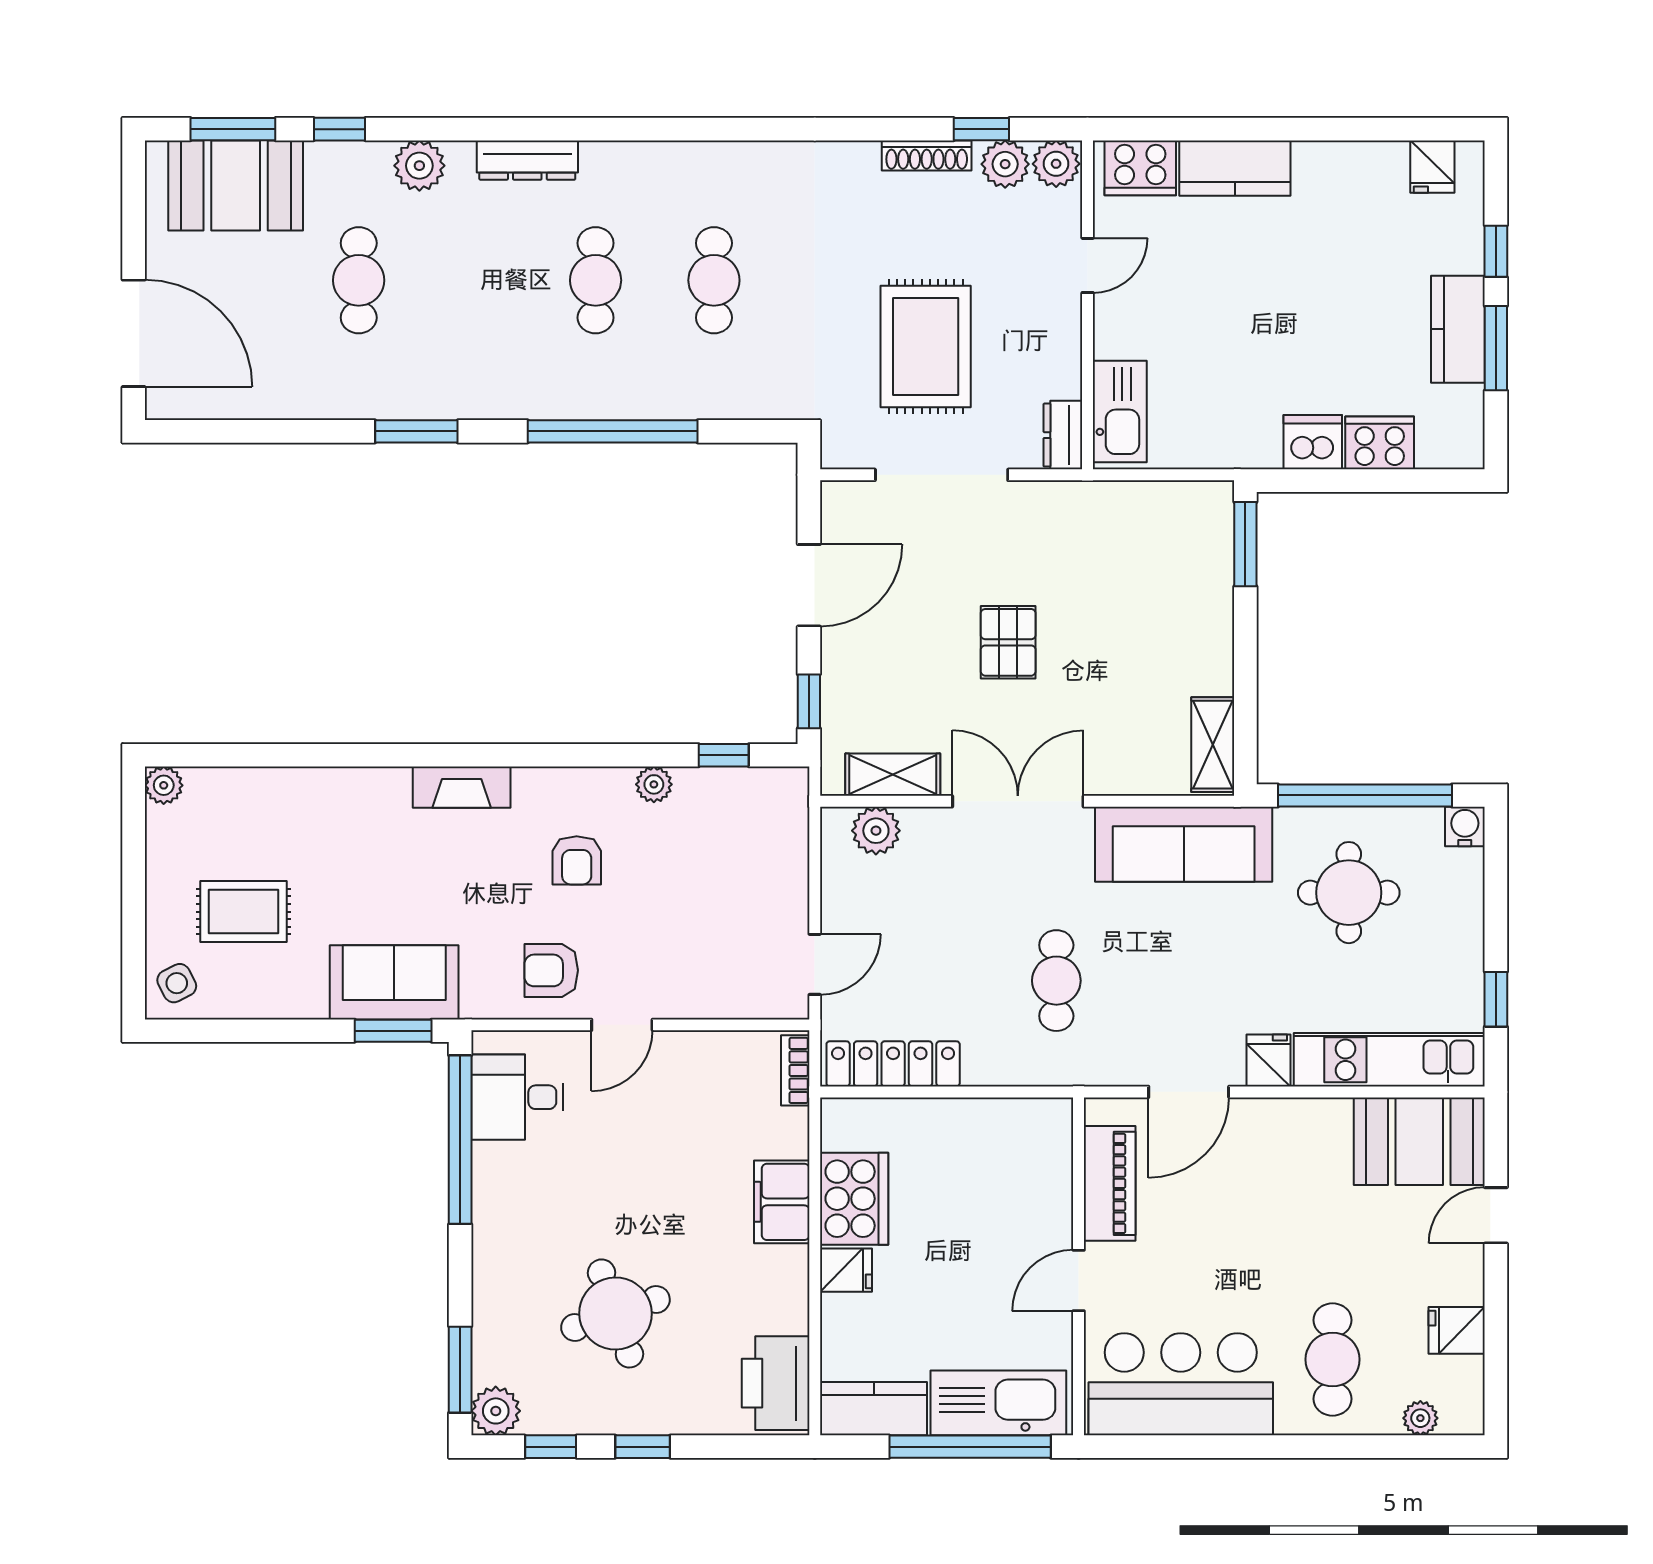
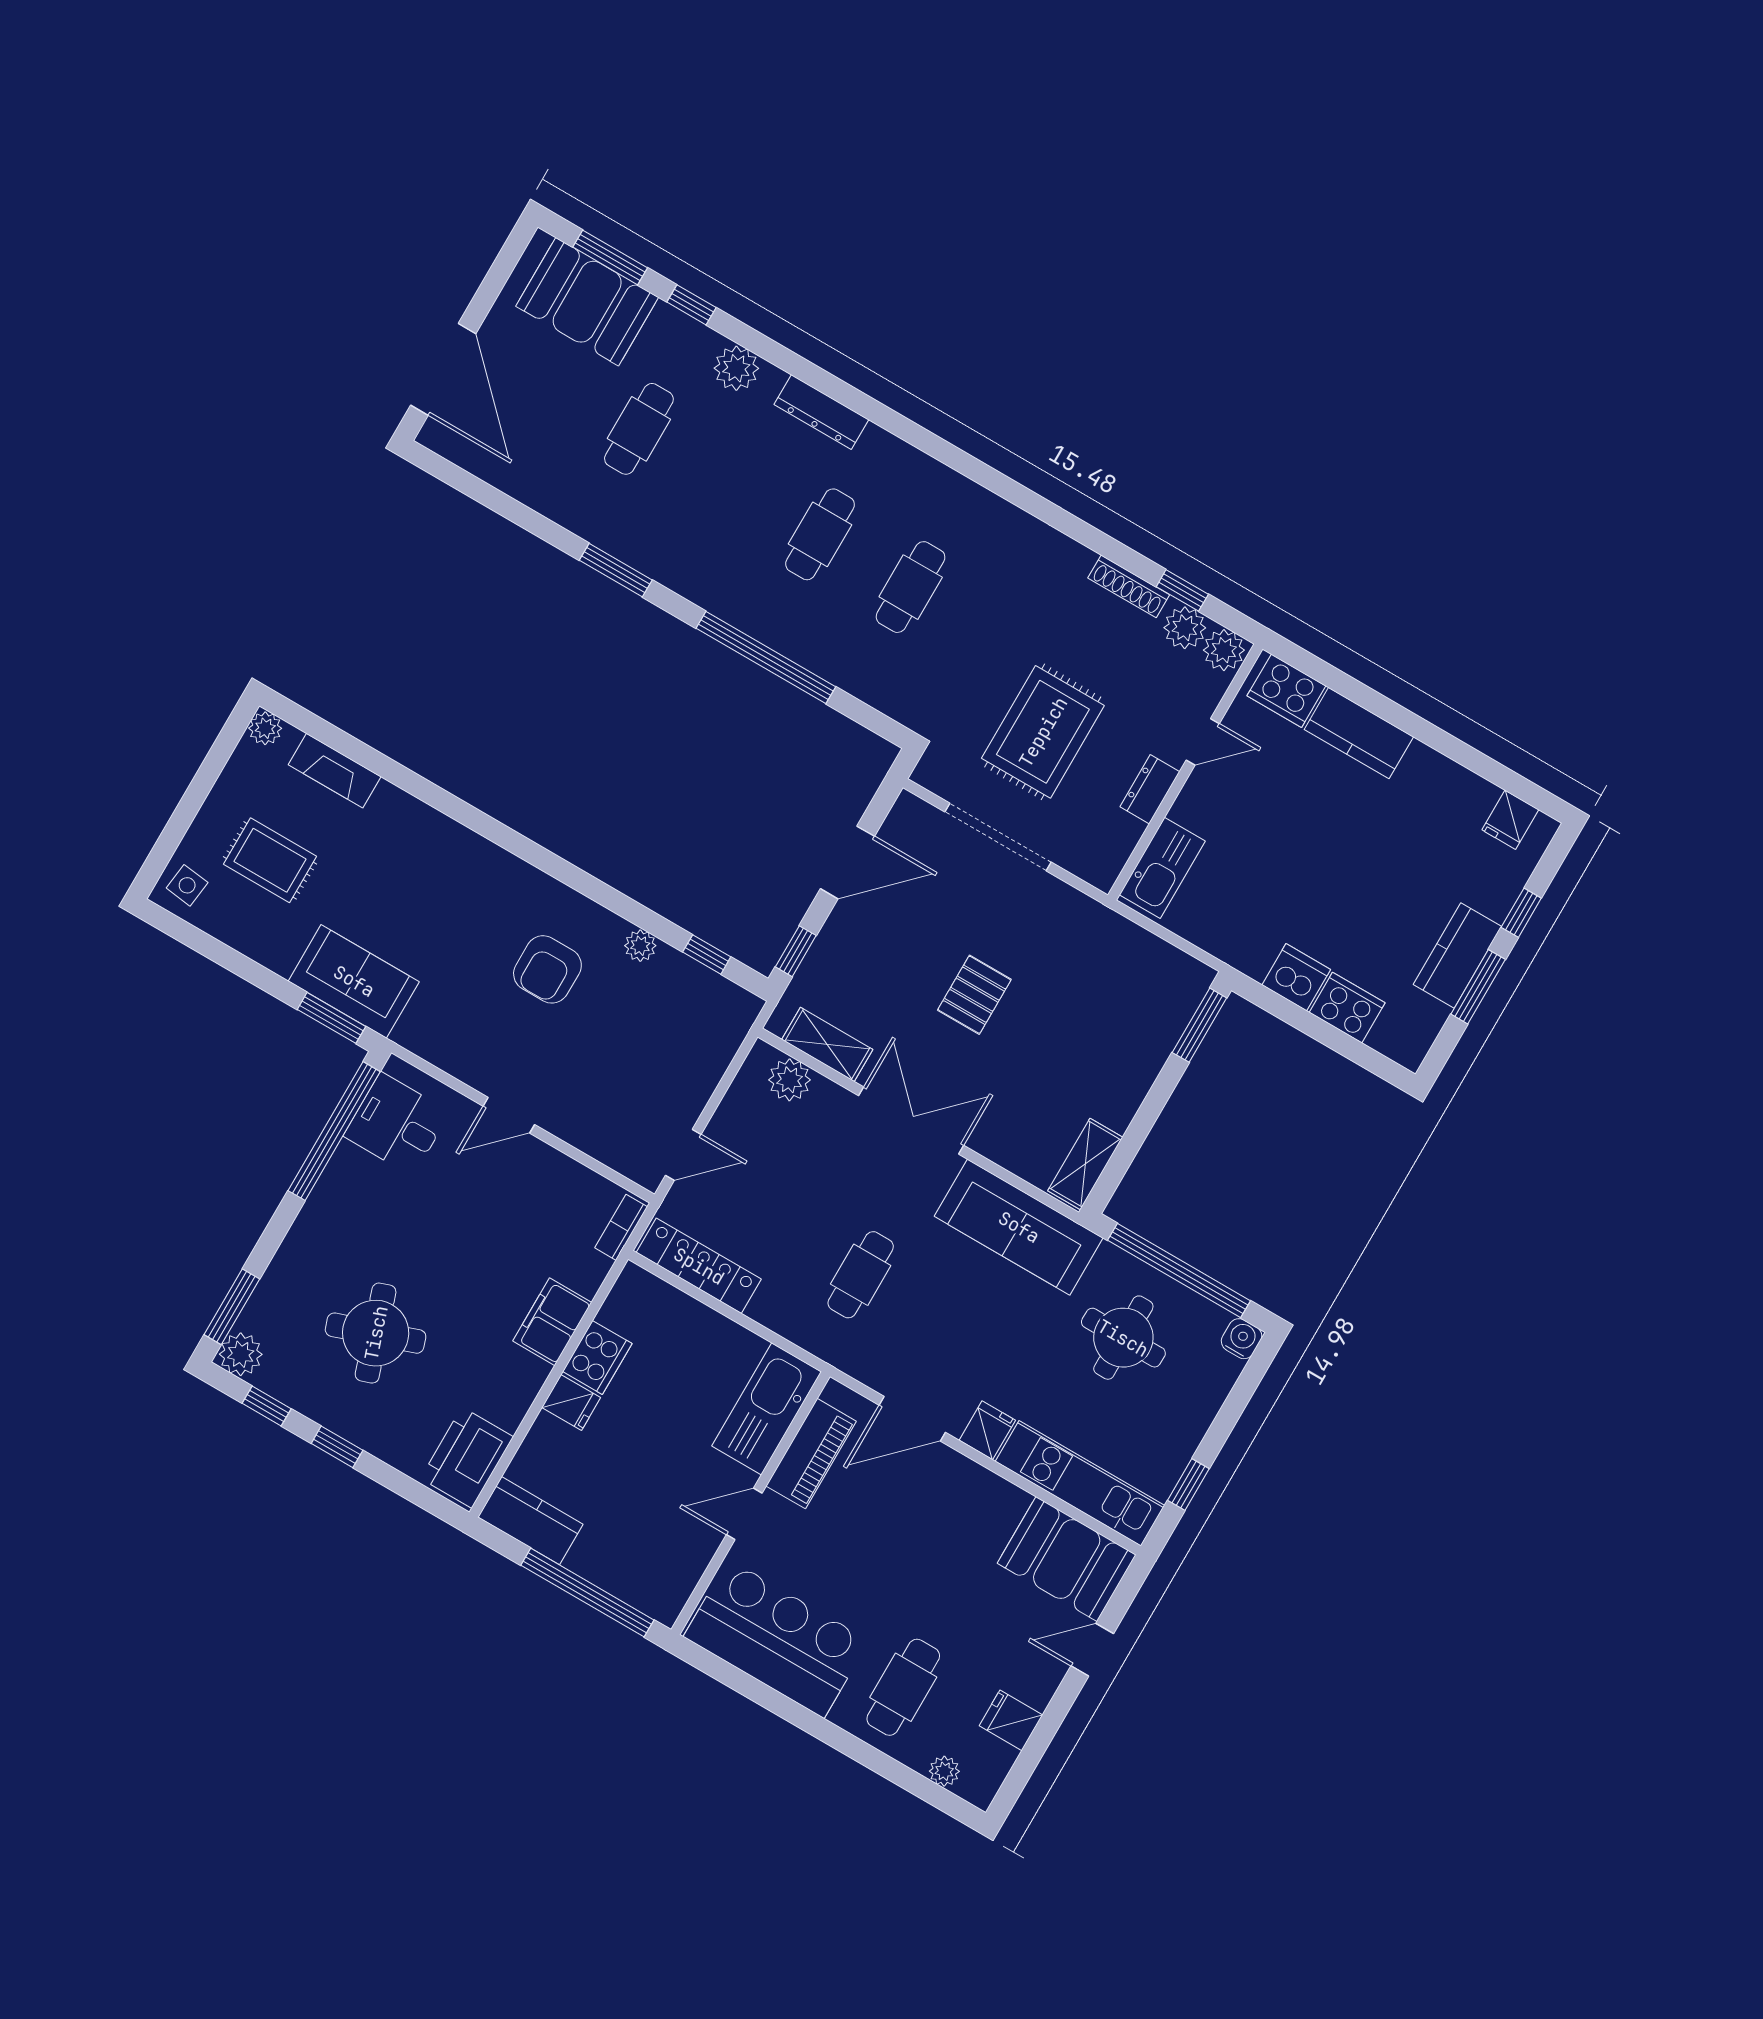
dresser: (1063, 435) -> (1150, 789), moved
fireplace: (462, 787) -> (335, 771), moved
armchair: (577, 860) -> (547, 969), width x1.38, depth x1.38
armchair: (551, 970) -> (479, 1042), removed
side table: (177, 983) -> (187, 885), turned 34
cooker: (854, 1199) -> (597, 1357), width x0.73, depth x0.76
kitchen sink: (998, 1403) -> (767, 1409), moved, turned -90

